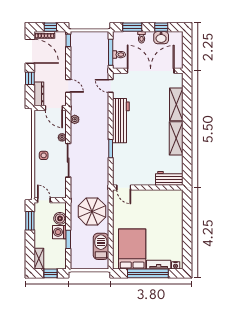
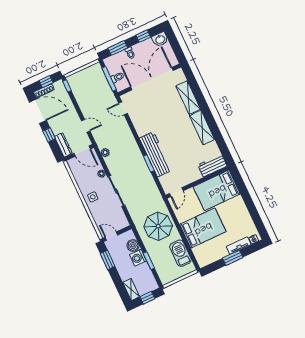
washbasin: (161, 38) -> (160, 39), moved
workbench: (121, 121) -> (155, 154), moved
door: (124, 188) -> (176, 192), hinge flipped
bed: (162, 203) -> (217, 190), added
bed: (132, 249) -> (203, 228), moved, turned 90
window: (148, 273) -> (233, 258), width x0.47

